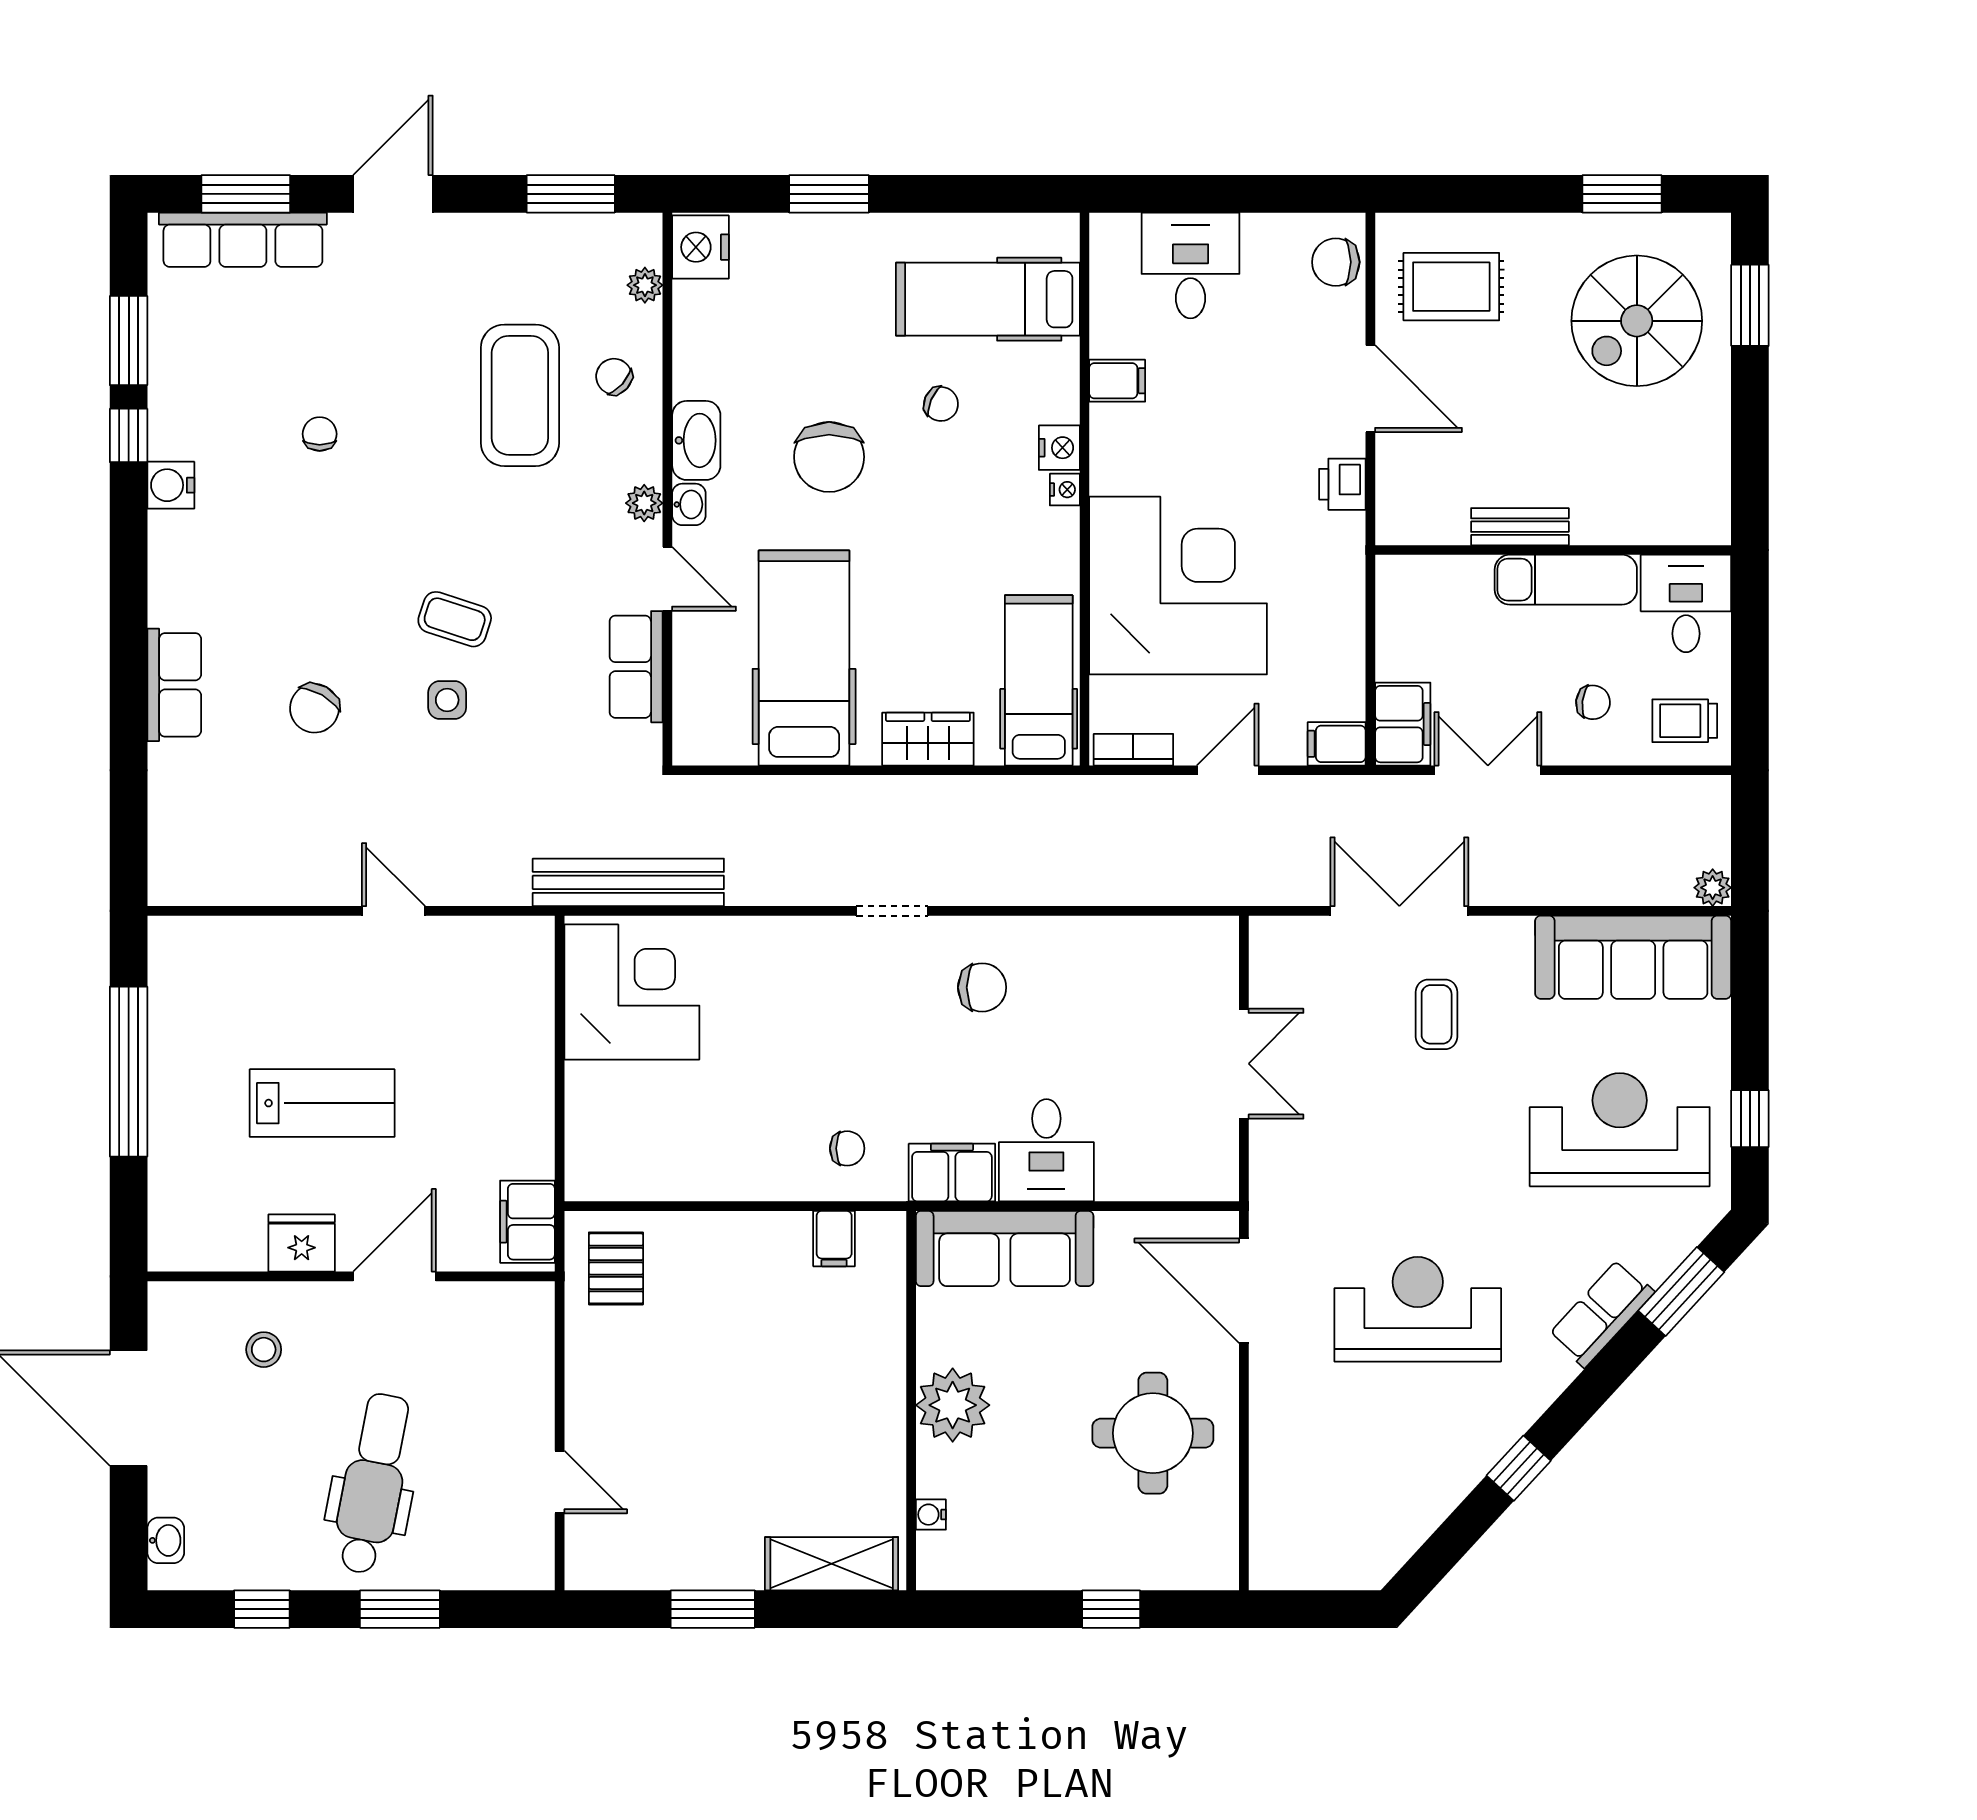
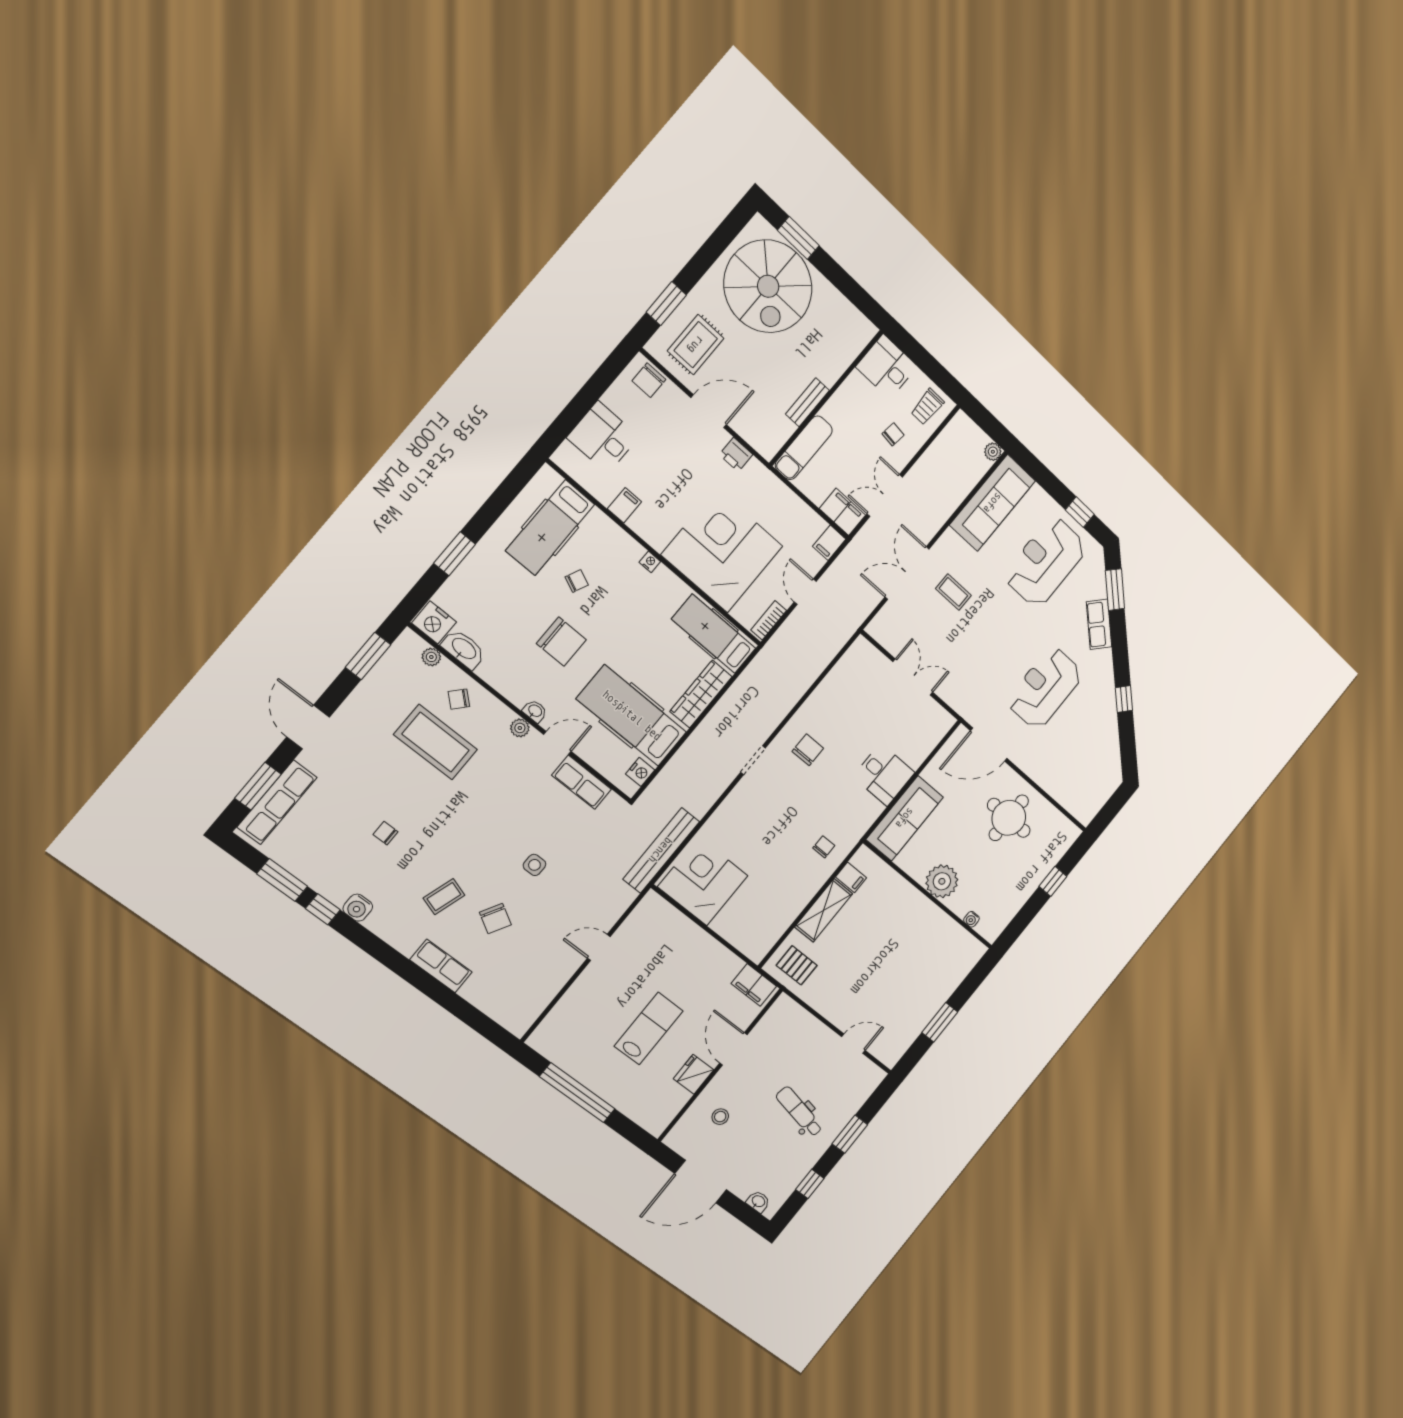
window: (1622, 194) -> (666, 304), moved
spiral stairs: (1637, 321) -> (768, 286), width x1.37, depth x1.37
washbasin: (696, 440) -> (464, 649), moved
nightstand: (1059, 448) -> (640, 772), moved, turned 90
exam couch: (1566, 580) -> (804, 448), moved
coffee table: (455, 619) -> (444, 897), moved
wardrobe: (928, 739) -> (701, 694), width x1.50
filing cabinet: (952, 1173) -> (863, 816), removed
dental chair: (373, 1484) -> (799, 1112), width x0.73, depth x0.72
shelving: (832, 1564) -> (824, 910), moved

